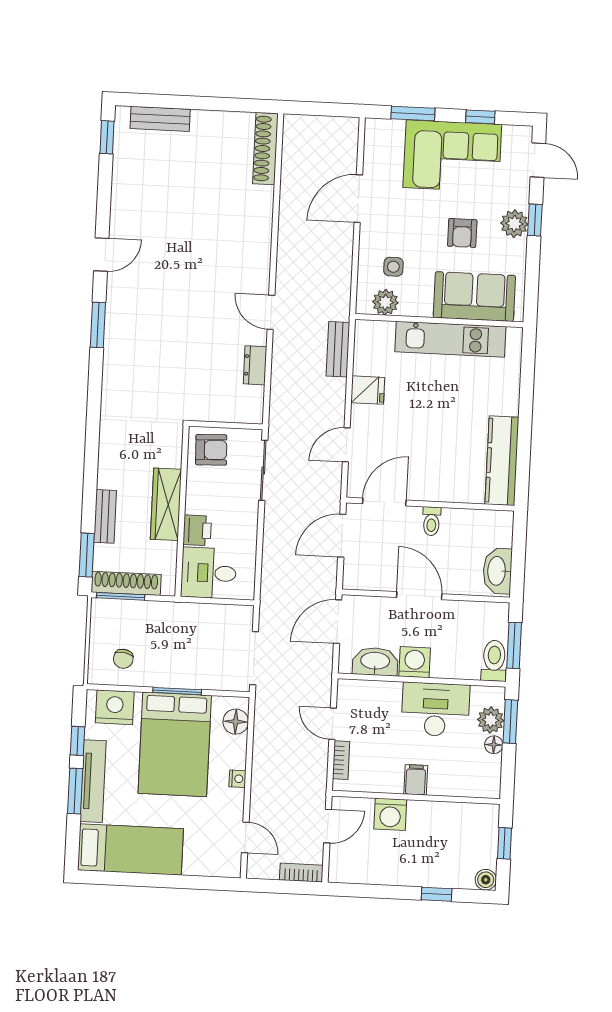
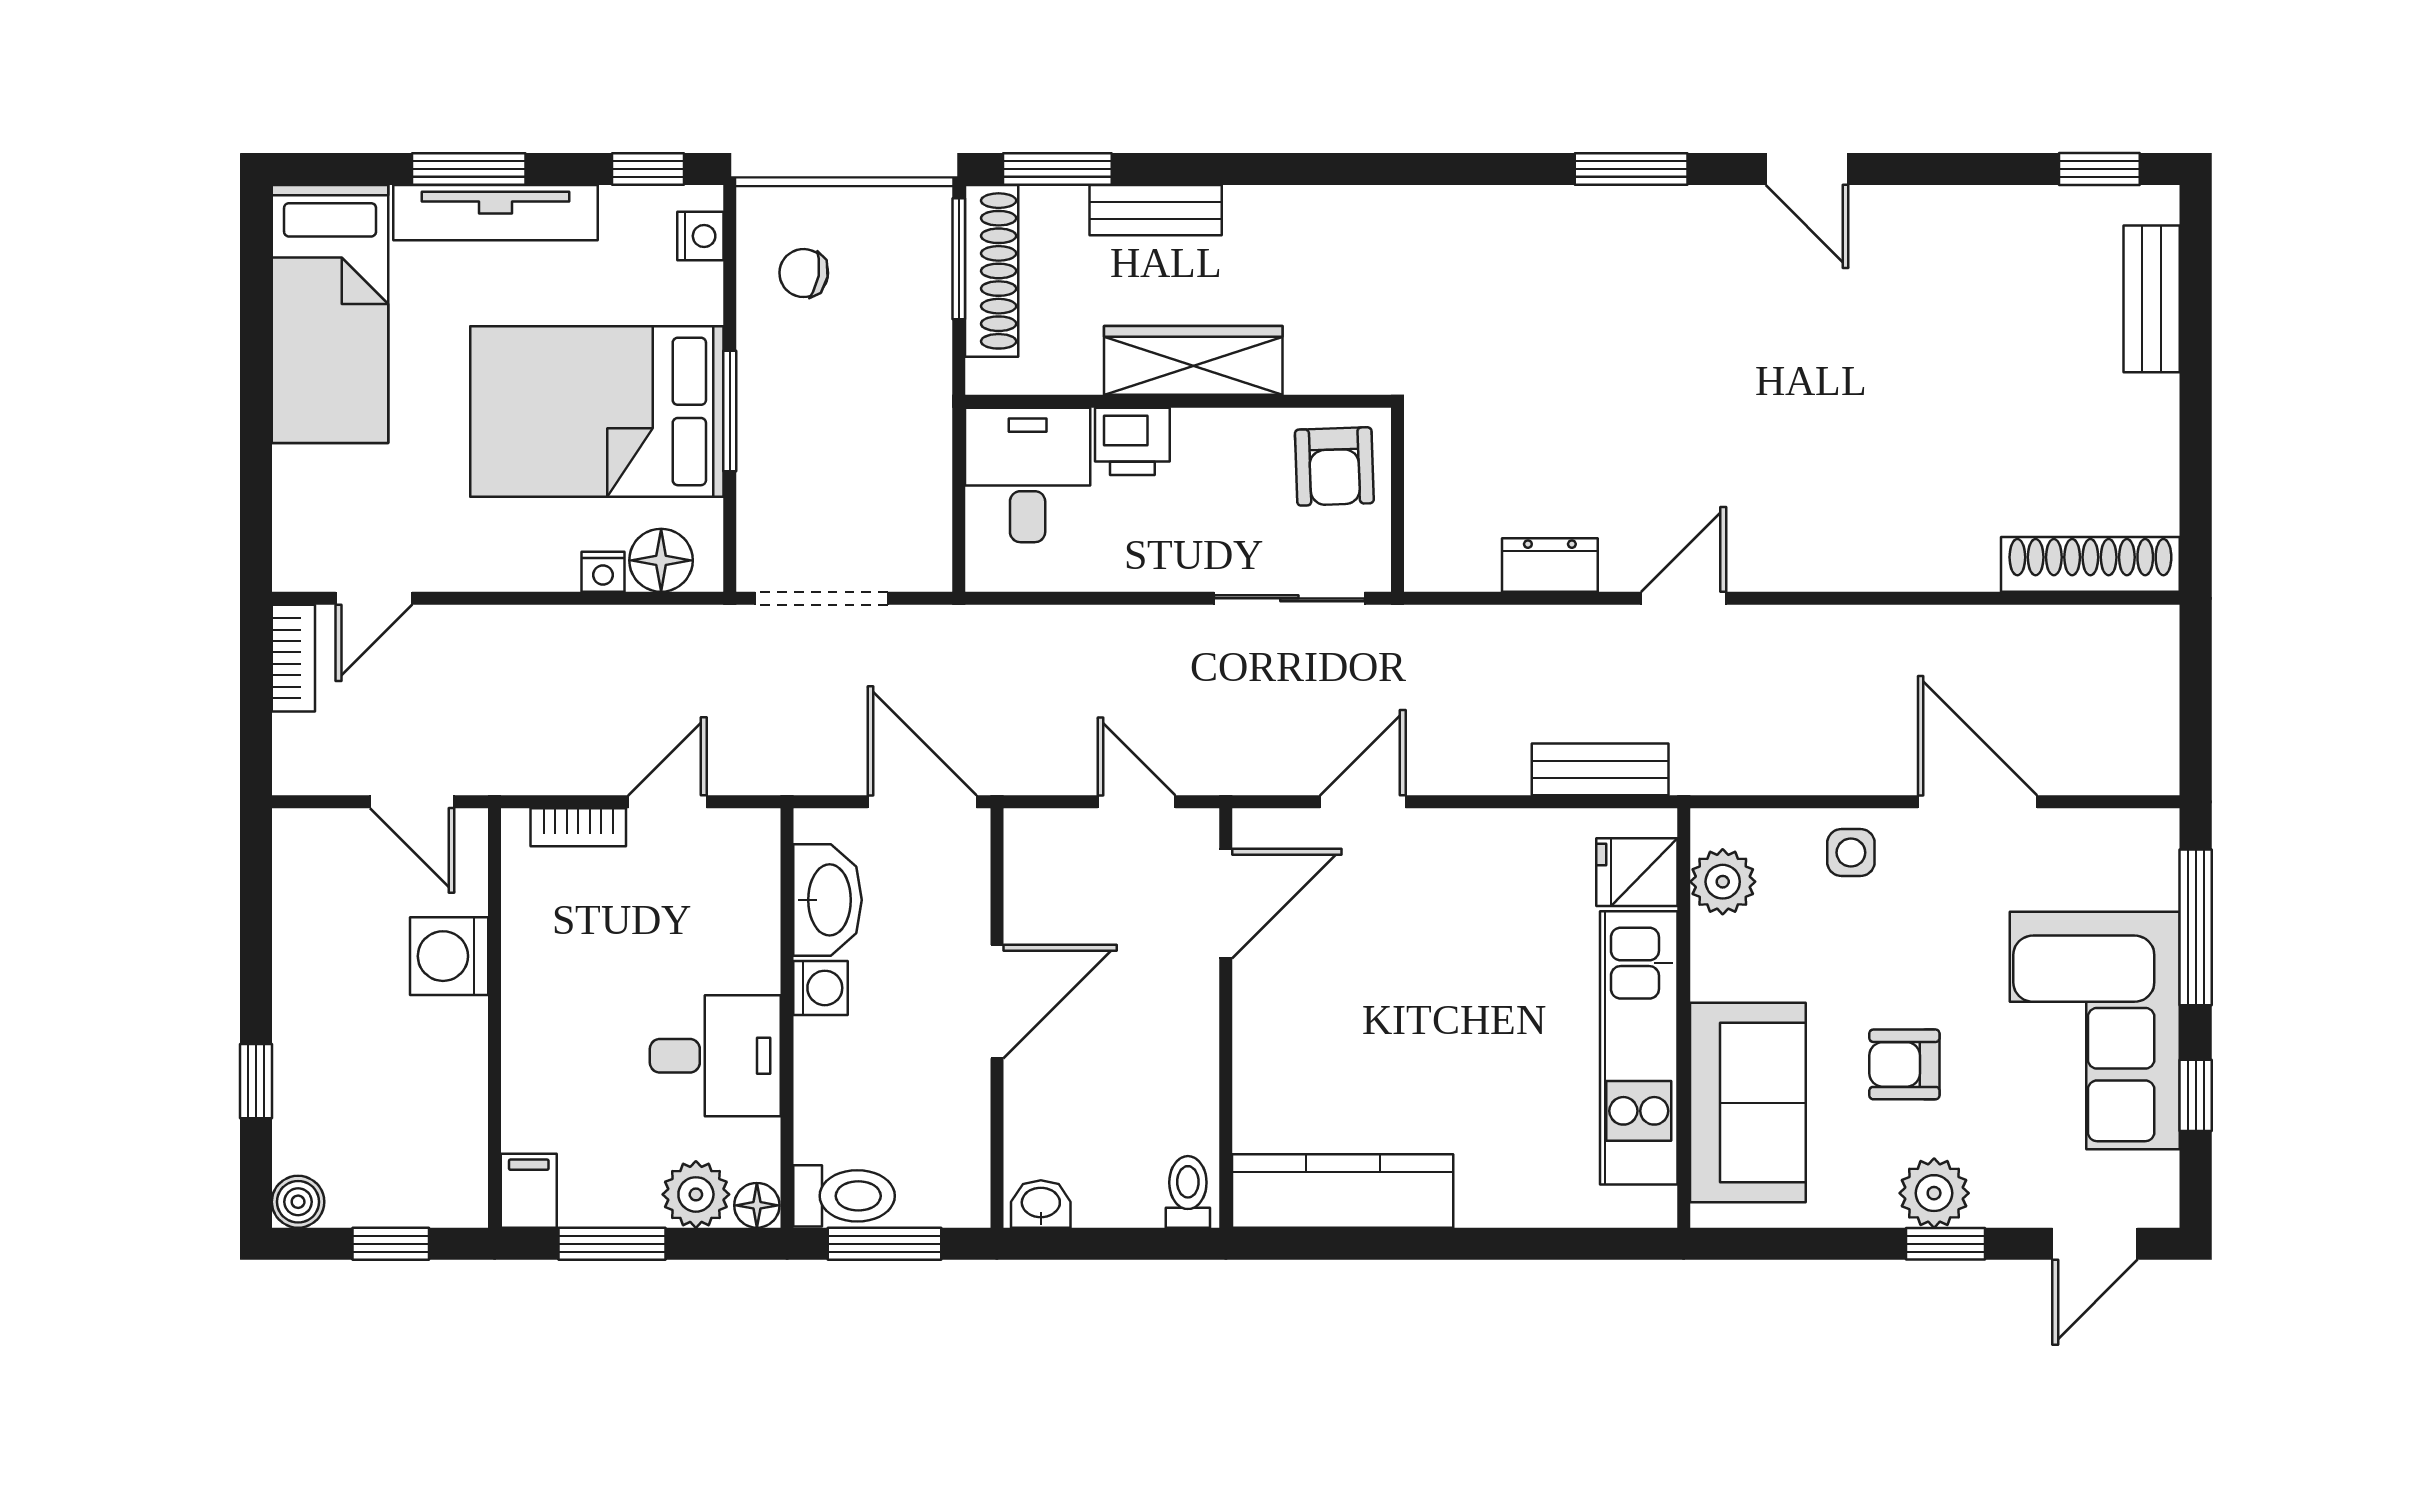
window: (413, 114) -> (2196, 927), width x1.44
side table: (393, 267) -> (1851, 853), moved
fridge: (368, 390) -> (1637, 872), moved, turned 90
door: (346, 445) -> (1363, 802), hinge flipped
door: (384, 502) -> (1226, 904), hinge flipped
toilet: (431, 521) -> (1188, 1192), moved, turned 90
door: (342, 536) -> (1136, 802), width x0.73
washbasin: (497, 571) -> (1041, 1204), width x0.52, depth x0.69
washing machine: (415, 662) -> (820, 988), width x0.73, depth x0.73
nightstand: (115, 707) -> (700, 236), width x0.53, depth x0.56
desk: (435, 710) -> (715, 1056), width x0.73
window: (510, 722) -> (612, 1244), moved
window: (77, 741) -> (648, 169), moved
floor lamp: (494, 745) -> (757, 1205), moved
nightstand: (237, 779) -> (603, 572), moved
filing cabinet: (416, 780) -> (529, 1191), moved, turned -90
bookcase: (301, 873) -> (293, 658), moved

